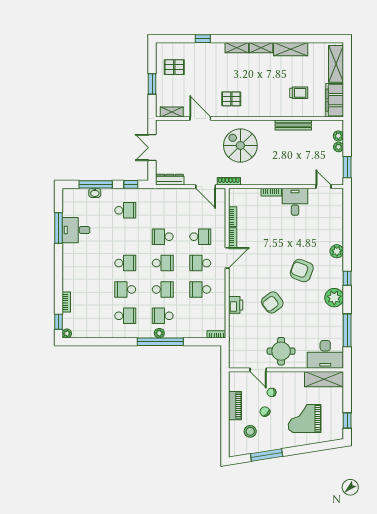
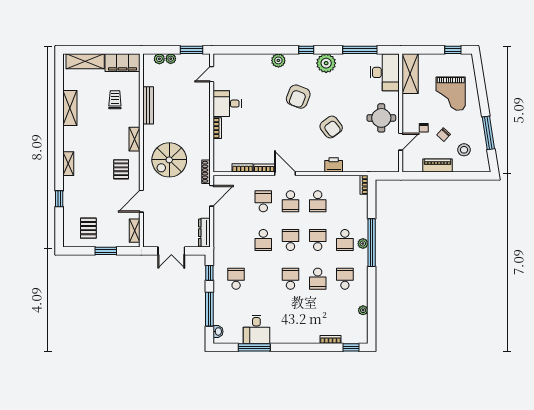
shelving: (261, 48) -> (135, 139), moved
washbasin: (95, 193) -> (218, 331), moved
plant: (67, 334) -> (363, 310), moved

